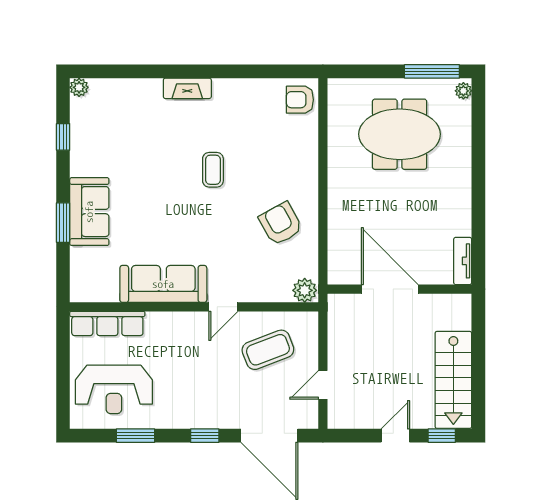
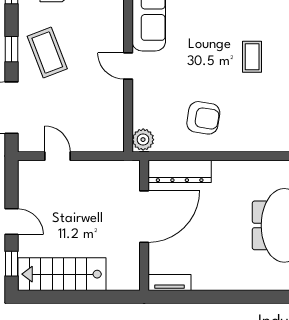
coffee table: (213, 170) -> (252, 57), turned 90
armchair: (281, 224) -> (203, 118), turned 38
dresser: (340, 250) -> (180, 171), added
coffee table: (268, 350) -> (47, 52), moved

